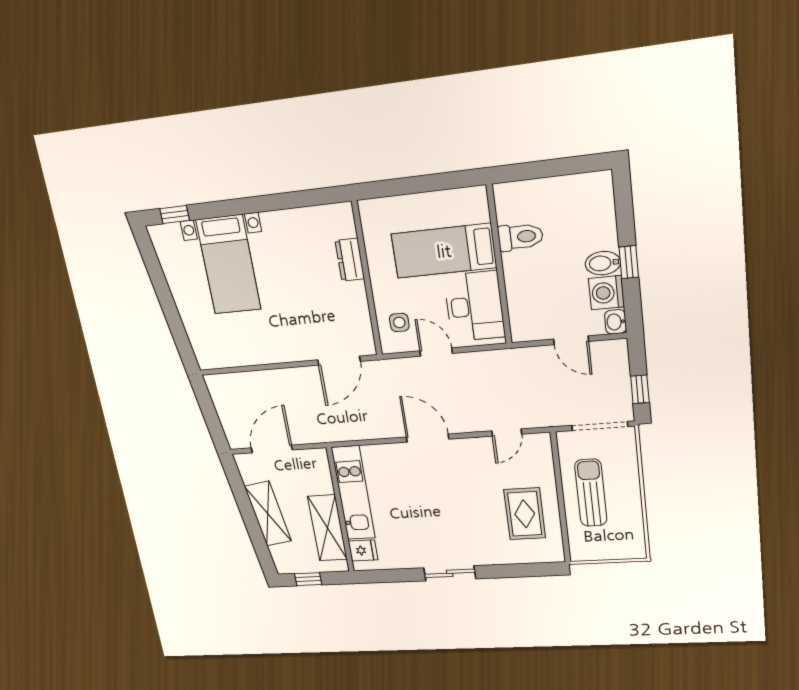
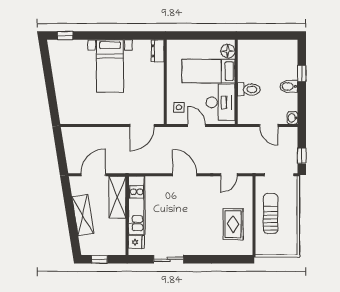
floor lamp: (476, 208) -> (228, 51), added
toilet: (520, 237) -> (249, 89), moved
dresser: (350, 260) -> (158, 51), moved
window: (629, 262) -> (302, 74), moved
bed with nightstands: (228, 265) -> (110, 66), moved
washing machine: (606, 293) -> (289, 102), removed
shelving: (327, 528) -> (117, 197), moved
sliding door: (450, 573) -> (169, 259), moved

